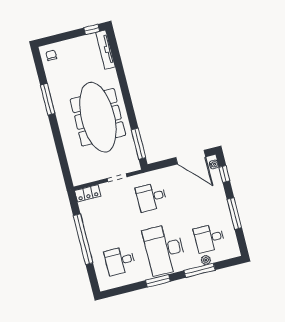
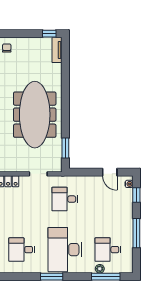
tv unit: (105, 50) -> (57, 50), width x0.71
window: (138, 144) -> (65, 148), width x0.69
door: (191, 157) -> (110, 172), width x0.53
window: (200, 270) -> (106, 277), moved

